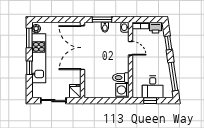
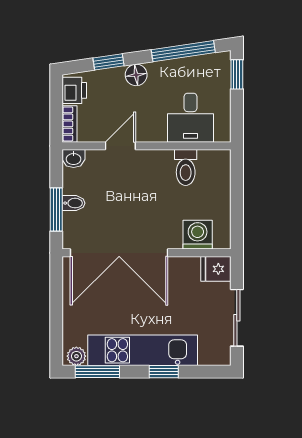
floor lamp: (162, 55) -> (136, 75), added
desk: (153, 87) -> (190, 118), moved, turned 90
washing machine: (122, 90) -> (198, 235), moved, turned 180
window: (150, 101) -> (237, 74), moved

